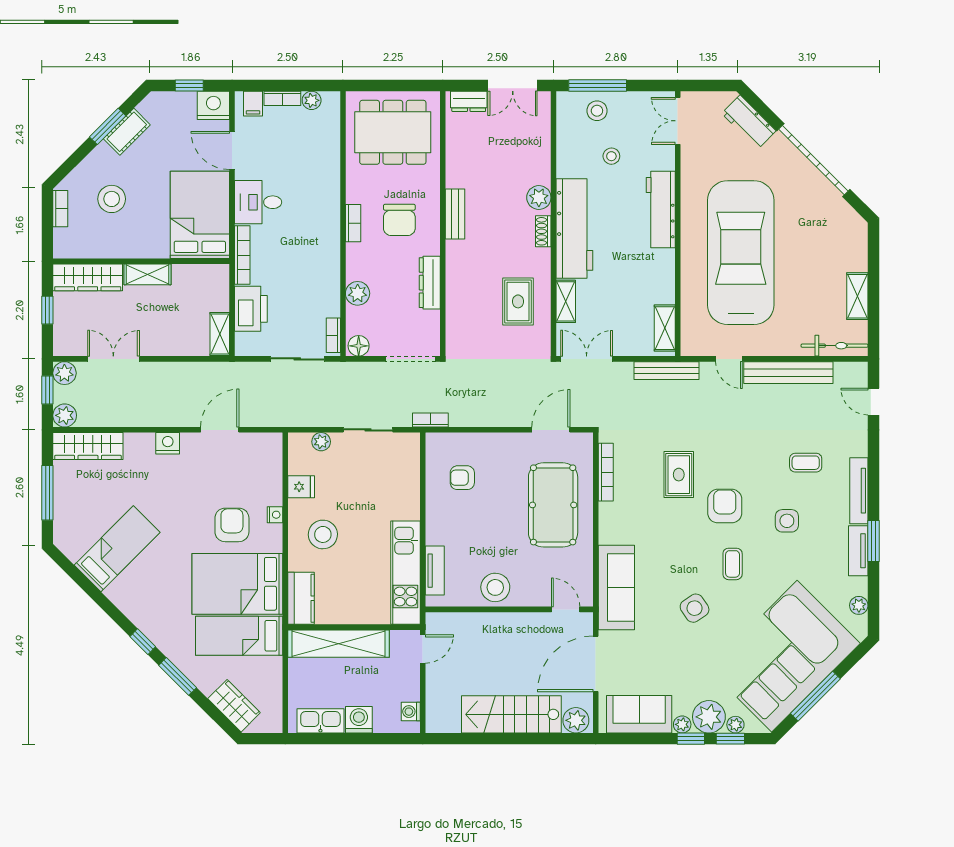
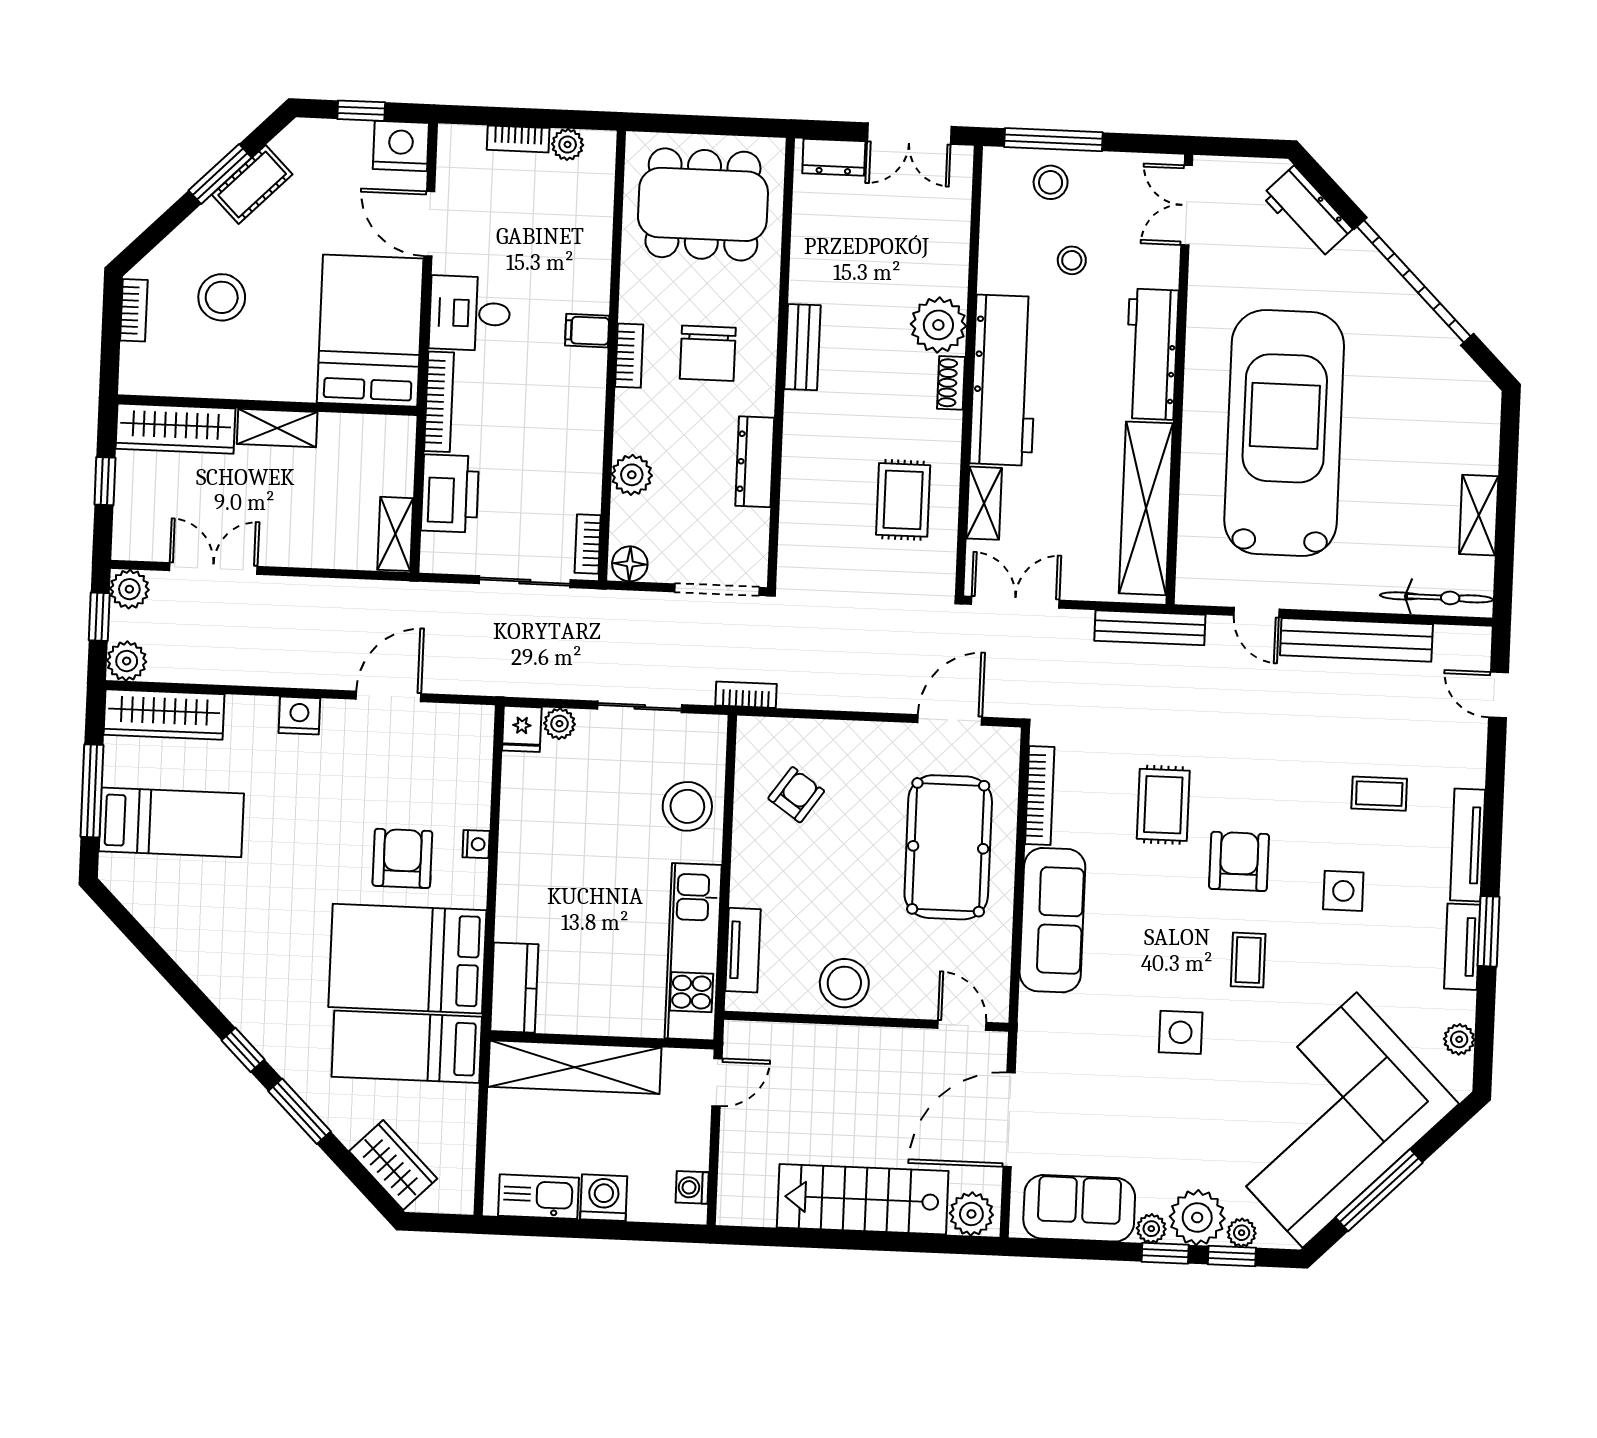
filing cabinet: (253, 104) -> (587, 331), moved, turned 90
plant: (539, 198) -> (938, 325), width x1.36, depth x1.36
shelving: (665, 328) -> (1146, 508), width x2.20, depth x1.33
armchair: (462, 478) -> (796, 795), turned 125
fridge: (301, 487) -> (522, 729), moved, turned 90
stool: (323, 534) -> (687, 806), moved
bed: (117, 549) -> (171, 822), moved, turned 45
sofa: (616, 587) -> (1052, 920), moved
side table: (695, 608) -> (1181, 1032), turned 34

